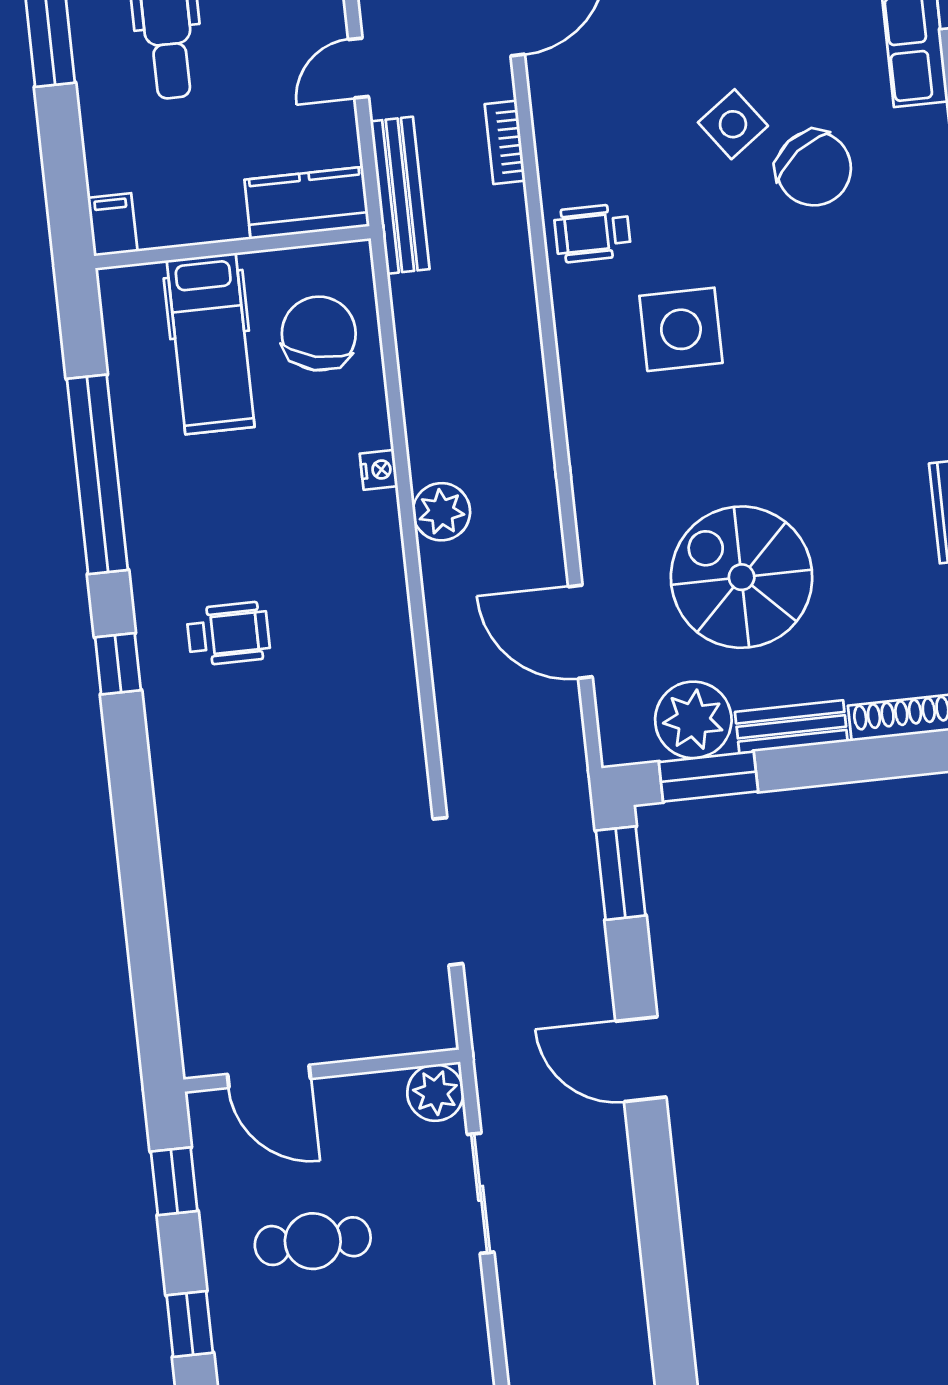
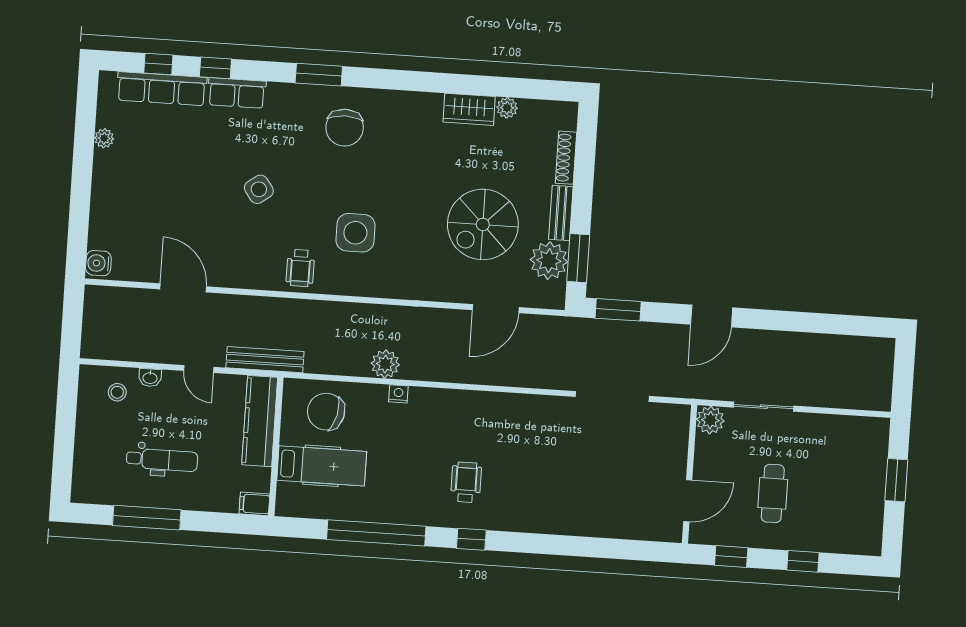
bookcase: (505, 142) -> (248, 303), removed
chair: (814, 168) -> (345, 128), moved, turned 127
kitchen counter: (307, 203) -> (260, 421), width x1.50
plant: (441, 512) -> (385, 364), moved

